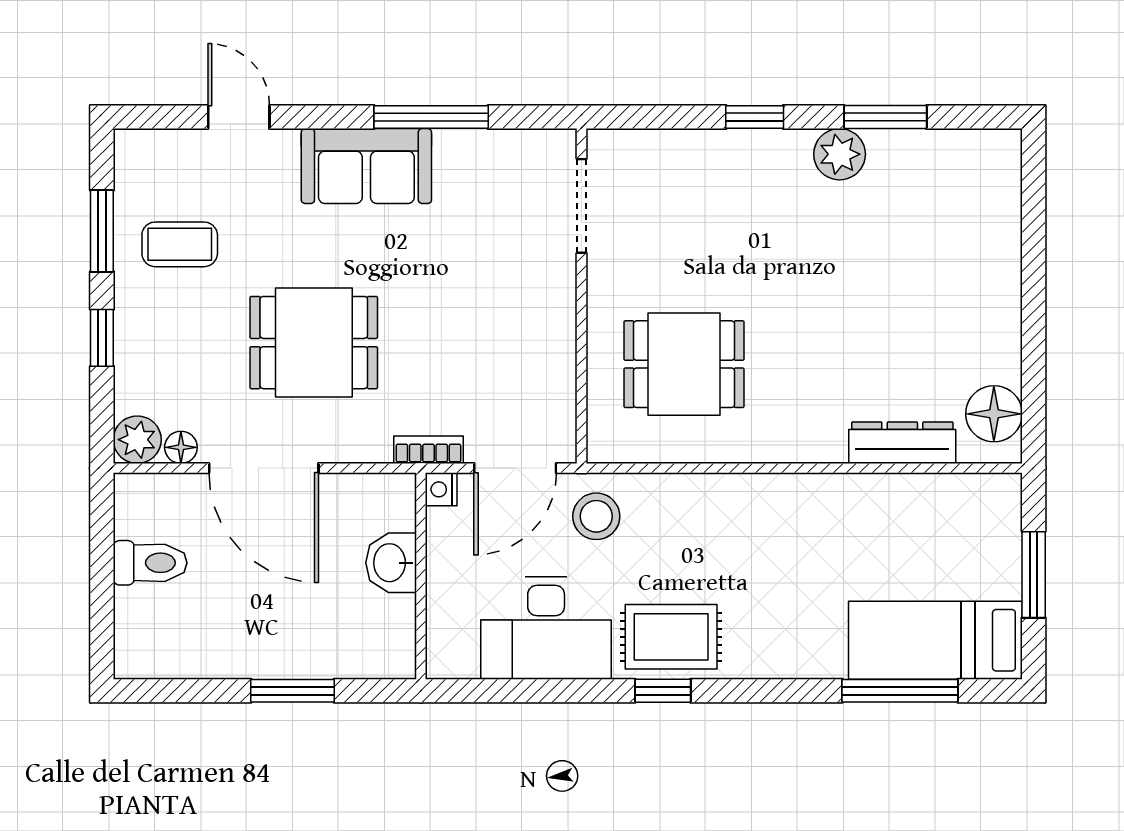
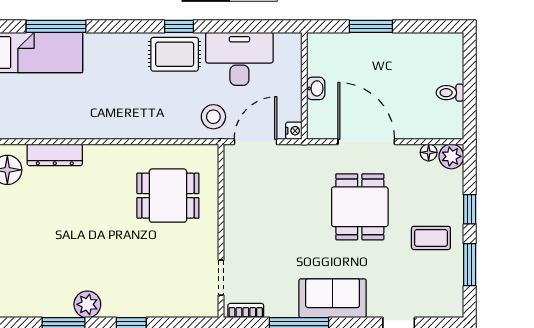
doorway: (582, 206) -> (221, 278), width x0.73
coffee table: (180, 244) -> (431, 238), moved
dining table: (314, 343) -> (360, 207), turned 90
bookcase: (428, 450) -> (246, 311), moved, turned 180
door: (264, 468) -> (366, 142), moved
toilet: (150, 563) -> (450, 93), width x0.73, depth x0.72
washbasin: (391, 563) -> (316, 88), width x0.72, depth x0.69

